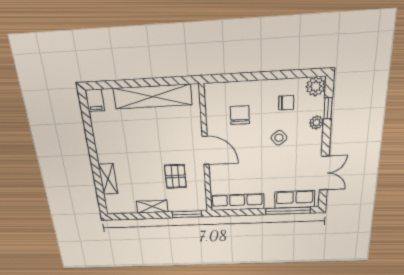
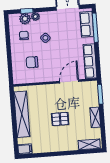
plant: (316, 86) -> (25, 19), moved
door: (206, 150) -> (69, 81), moved
pallet: (175, 176) -> (60, 119), moved
shelving: (108, 179) -> (89, 144), moved

